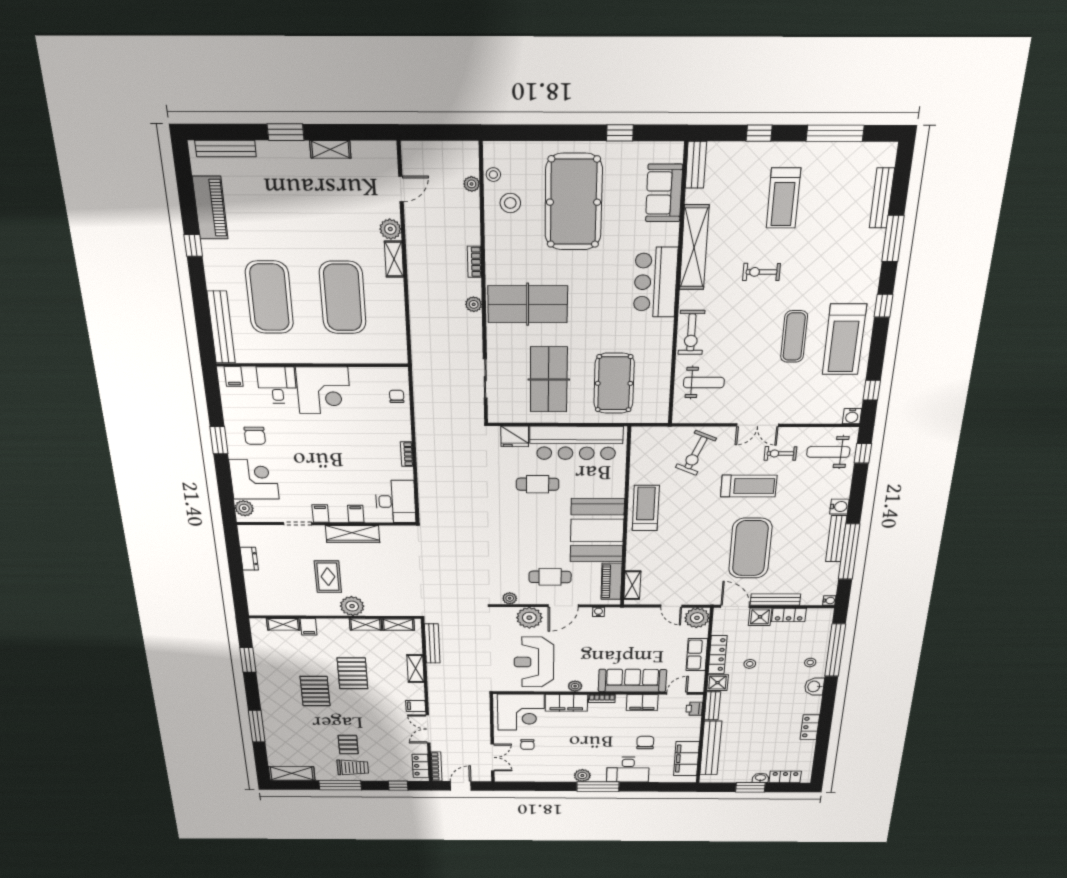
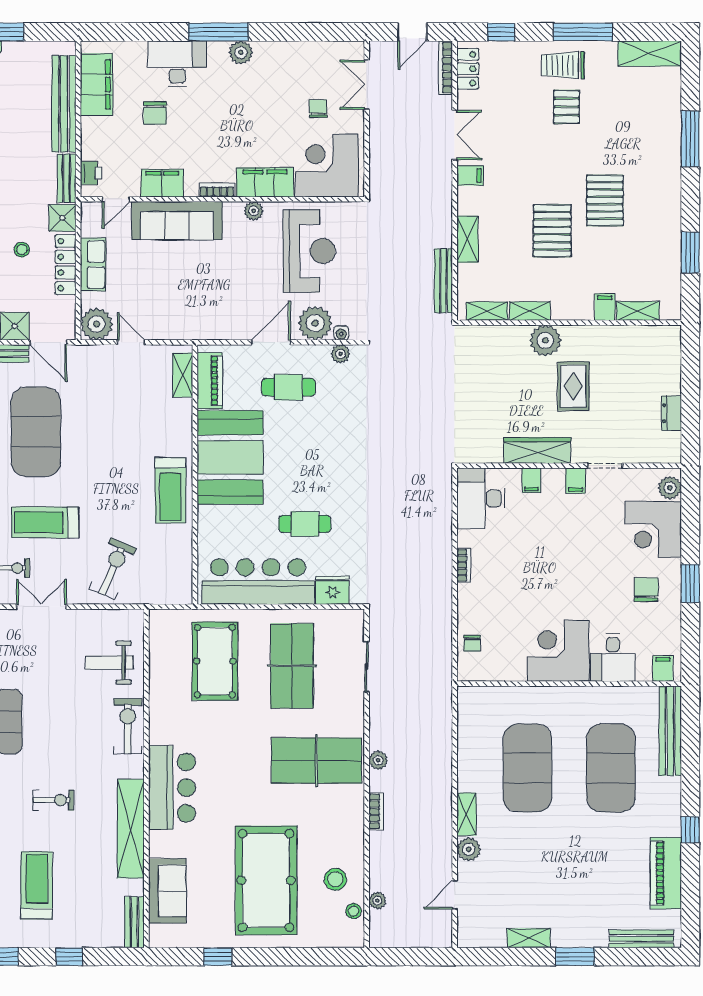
water cooler: (598, 612) -> (341, 333), moved

